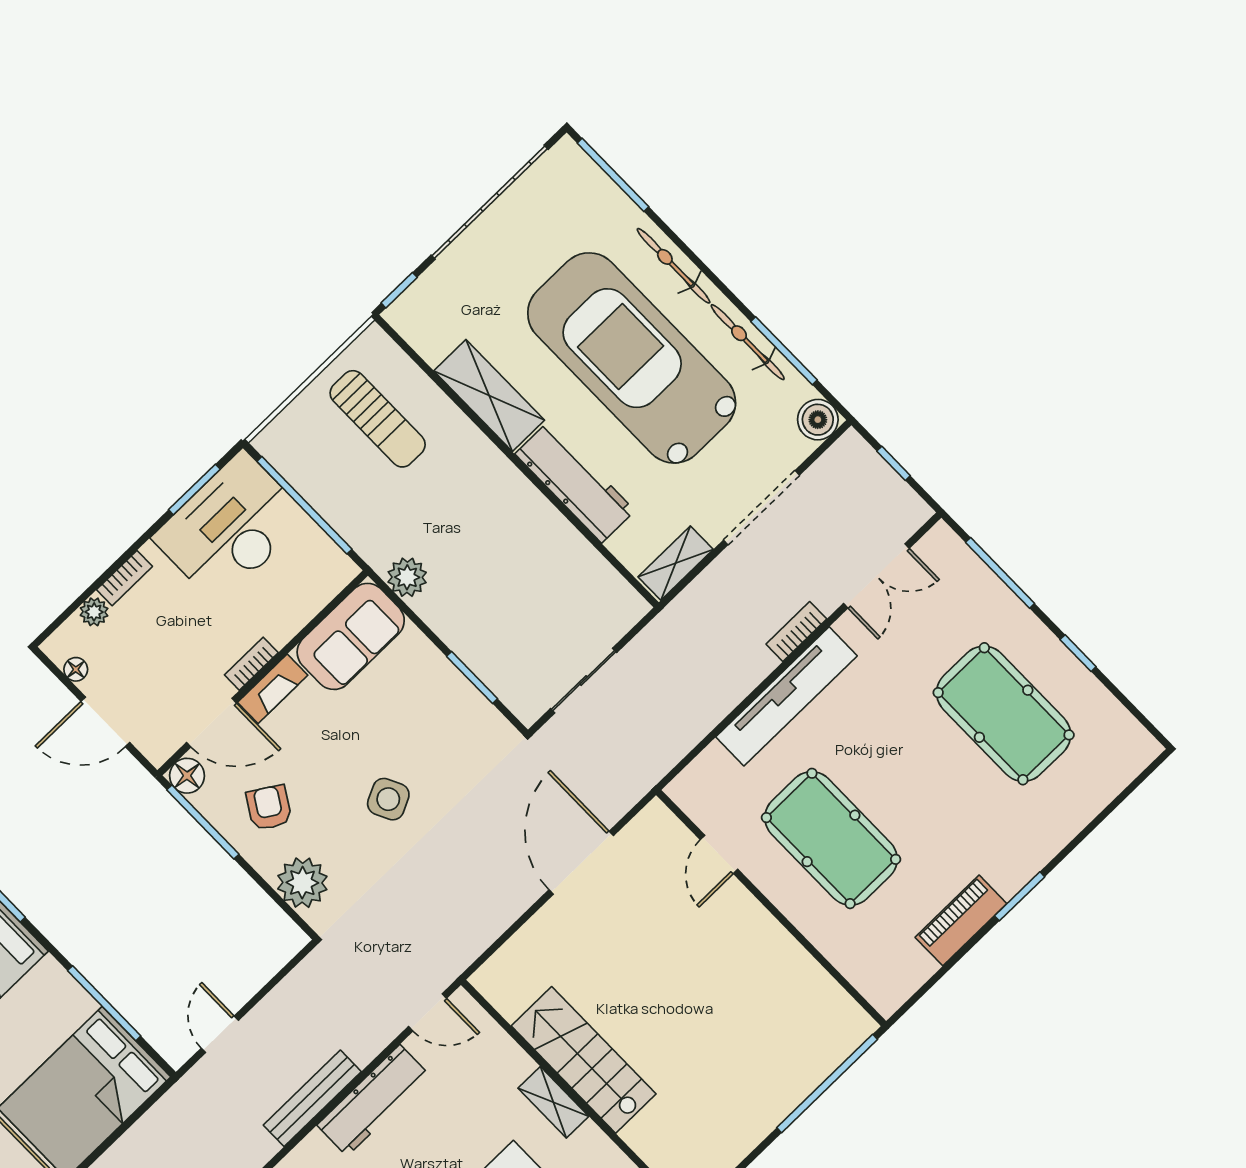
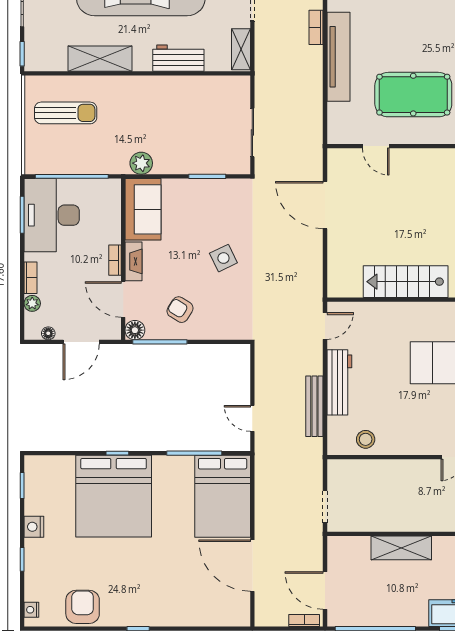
workbench: (575, 482) -> (178, 58), width x0.73
door: (211, 723) -> (123, 299), swing flipped
plant: (302, 883) -> (223, 326), removed
shelving: (553, 1102) -> (411, 310), removed

